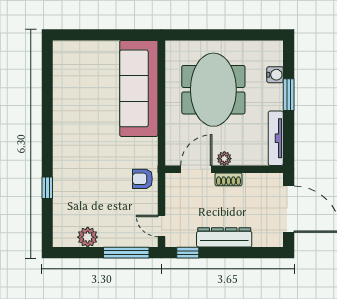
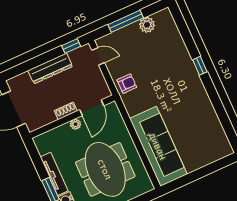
tv unit: (276, 138) -> (54, 174), moved
window: (47, 188) -> (200, 66), moved
window: (126, 253) -> (126, 21), moved

